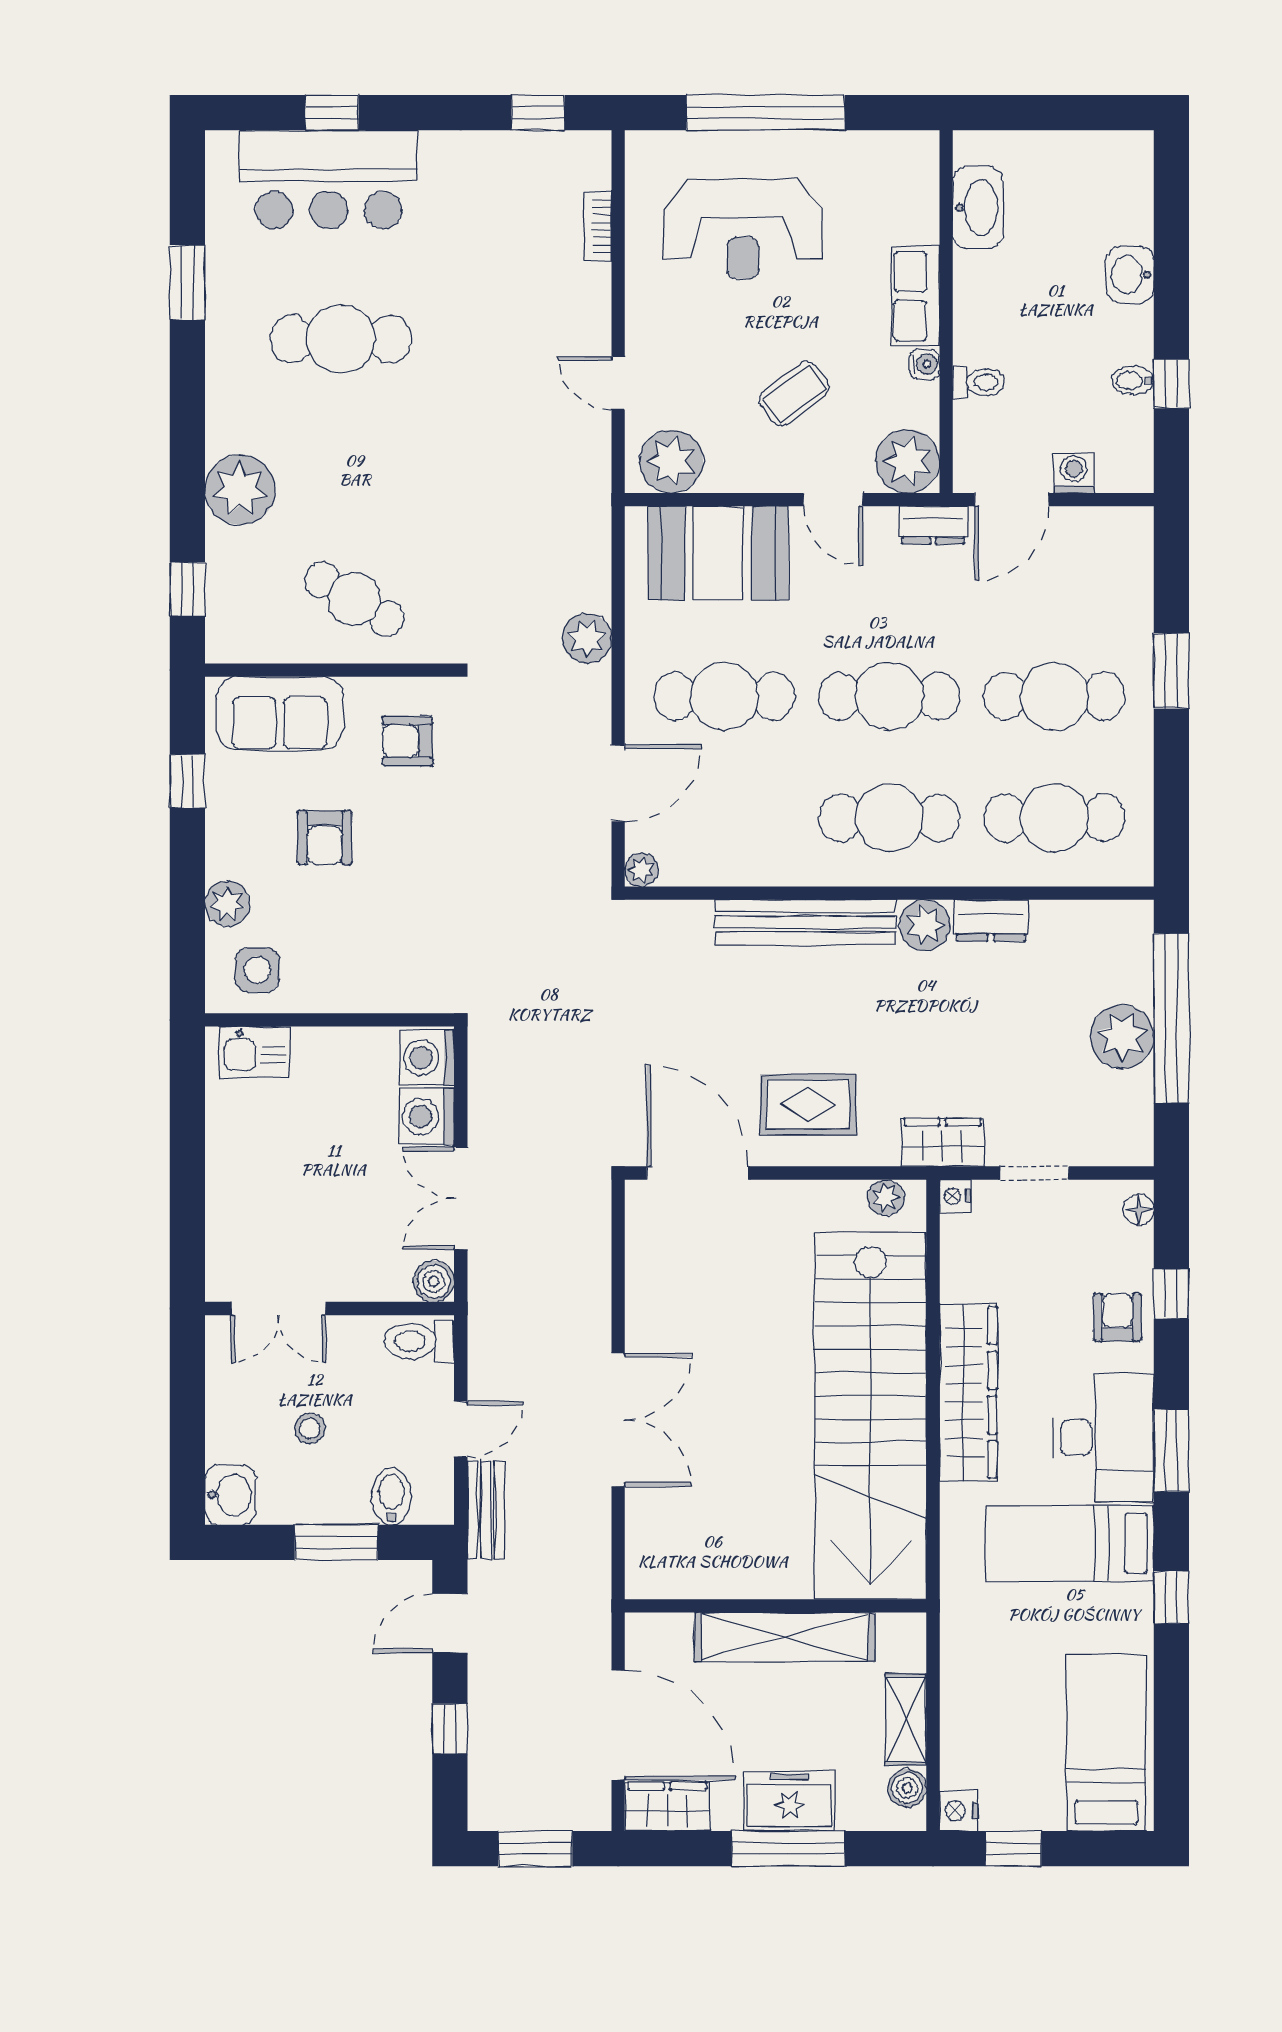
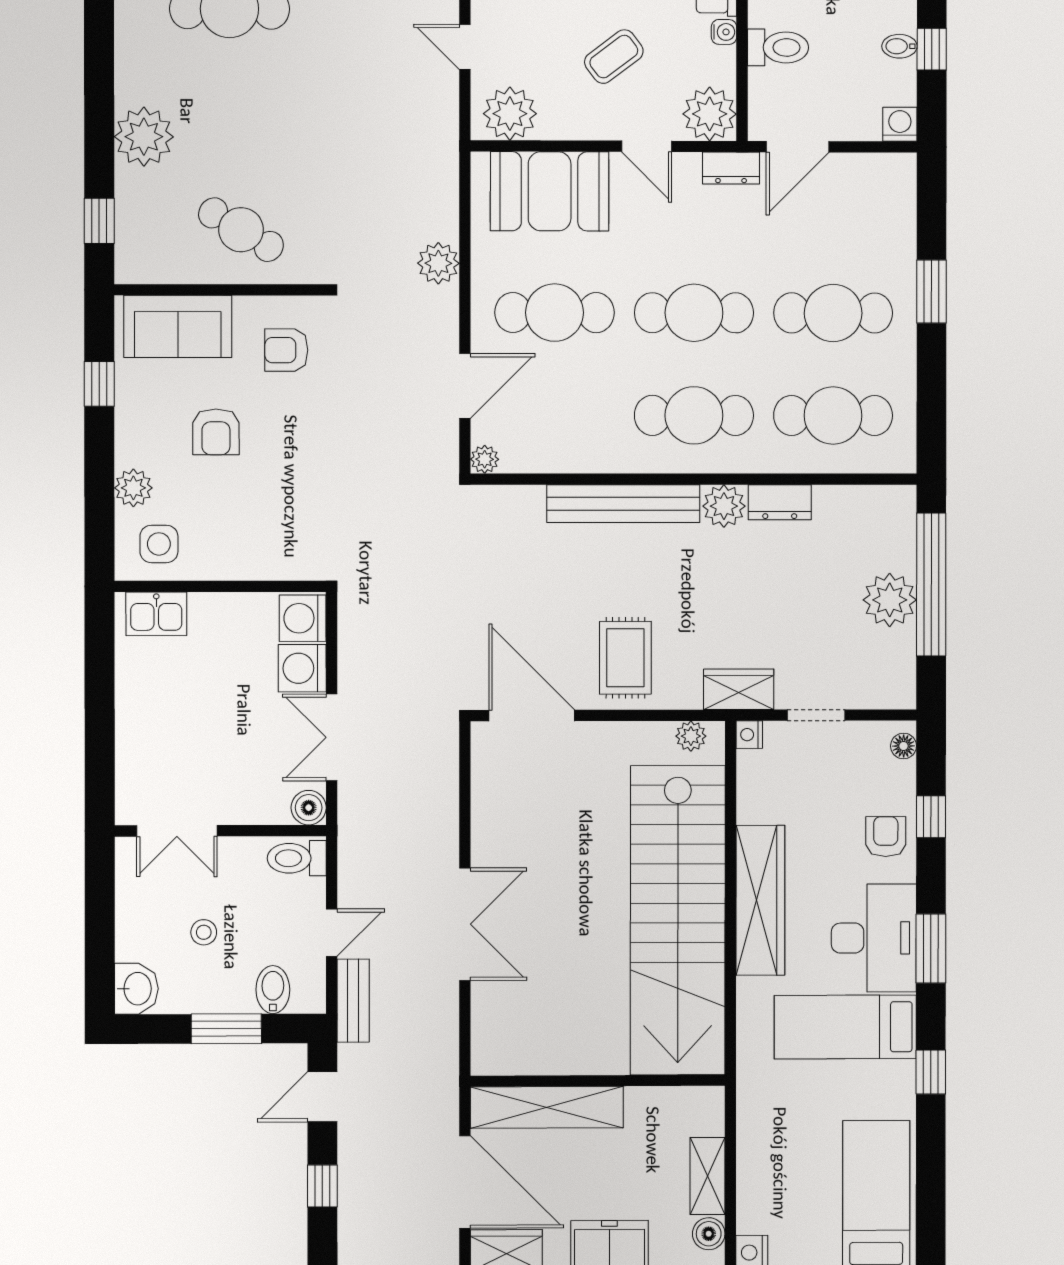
toilet: (979, 382) -> (778, 47), width x1.37, depth x1.39
washing machine: (1074, 473) -> (900, 124), moved
rug: (808, 1105) -> (625, 658), turned 90
shelving: (785, 1637) -> (547, 1107), moved

